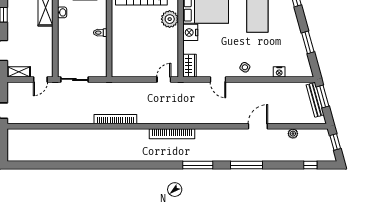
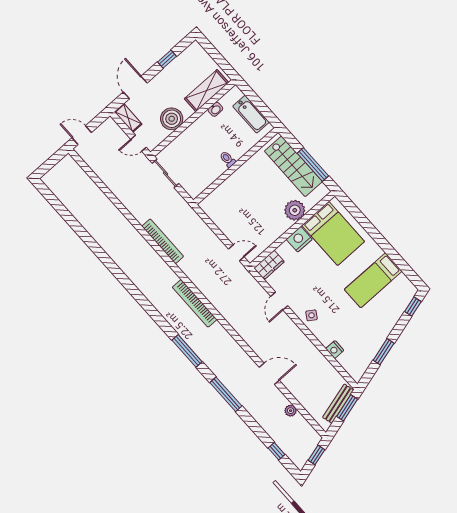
boiler: (44, 45) -> (172, 119), added

